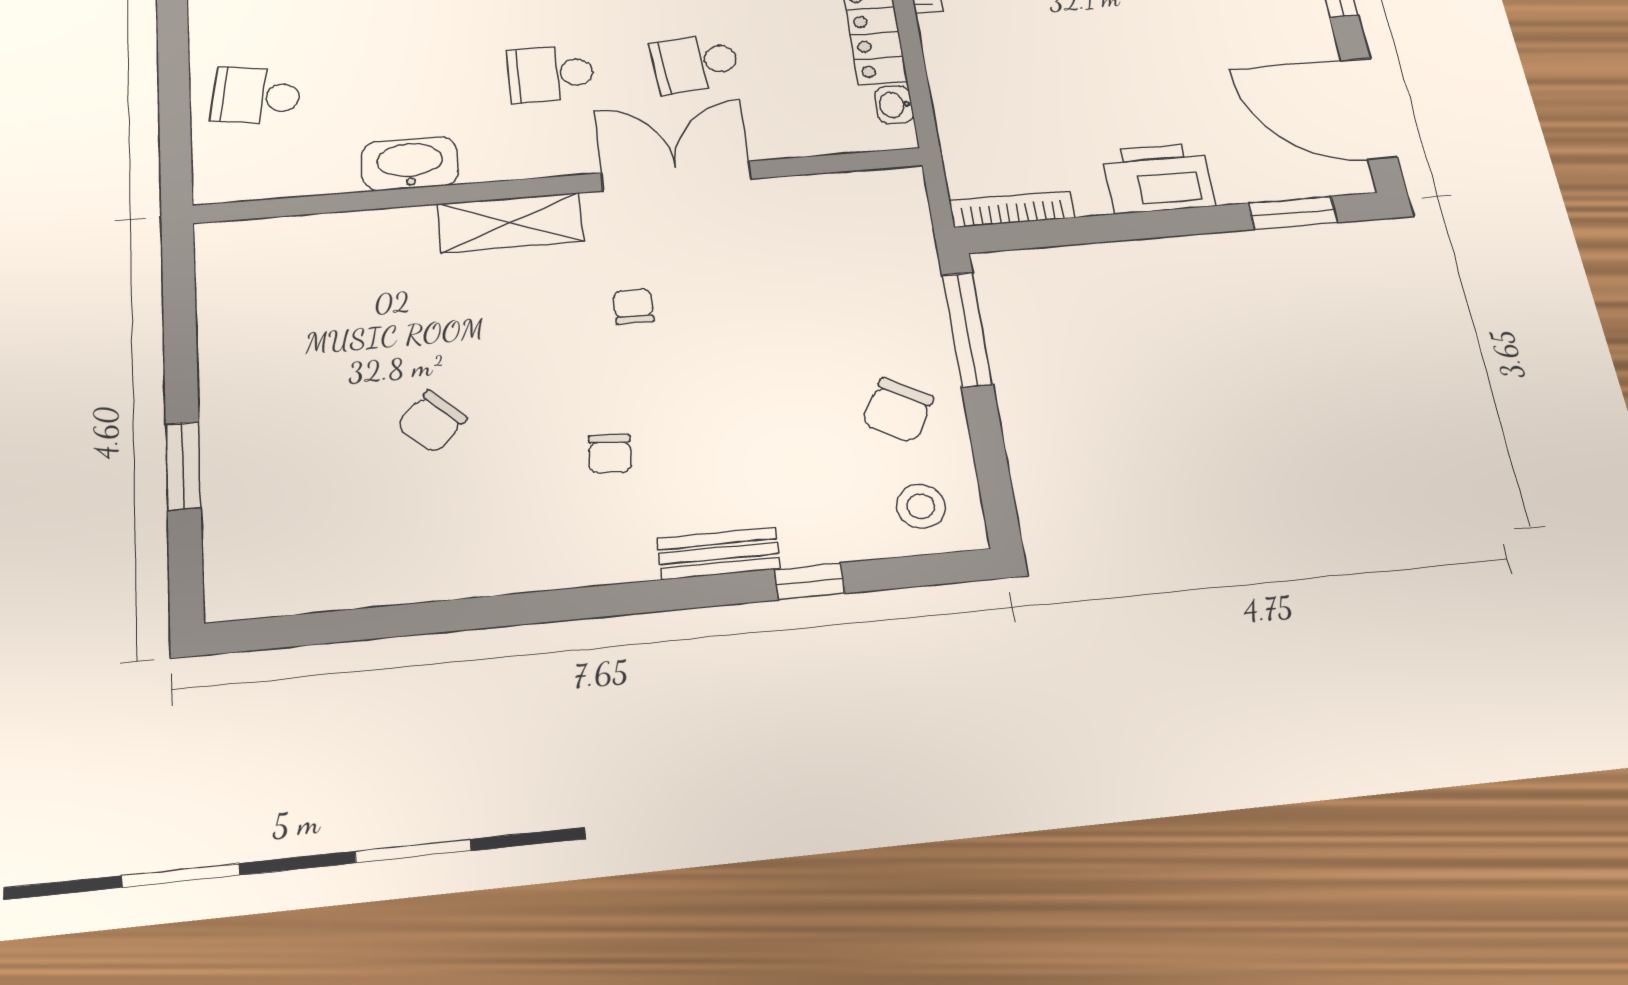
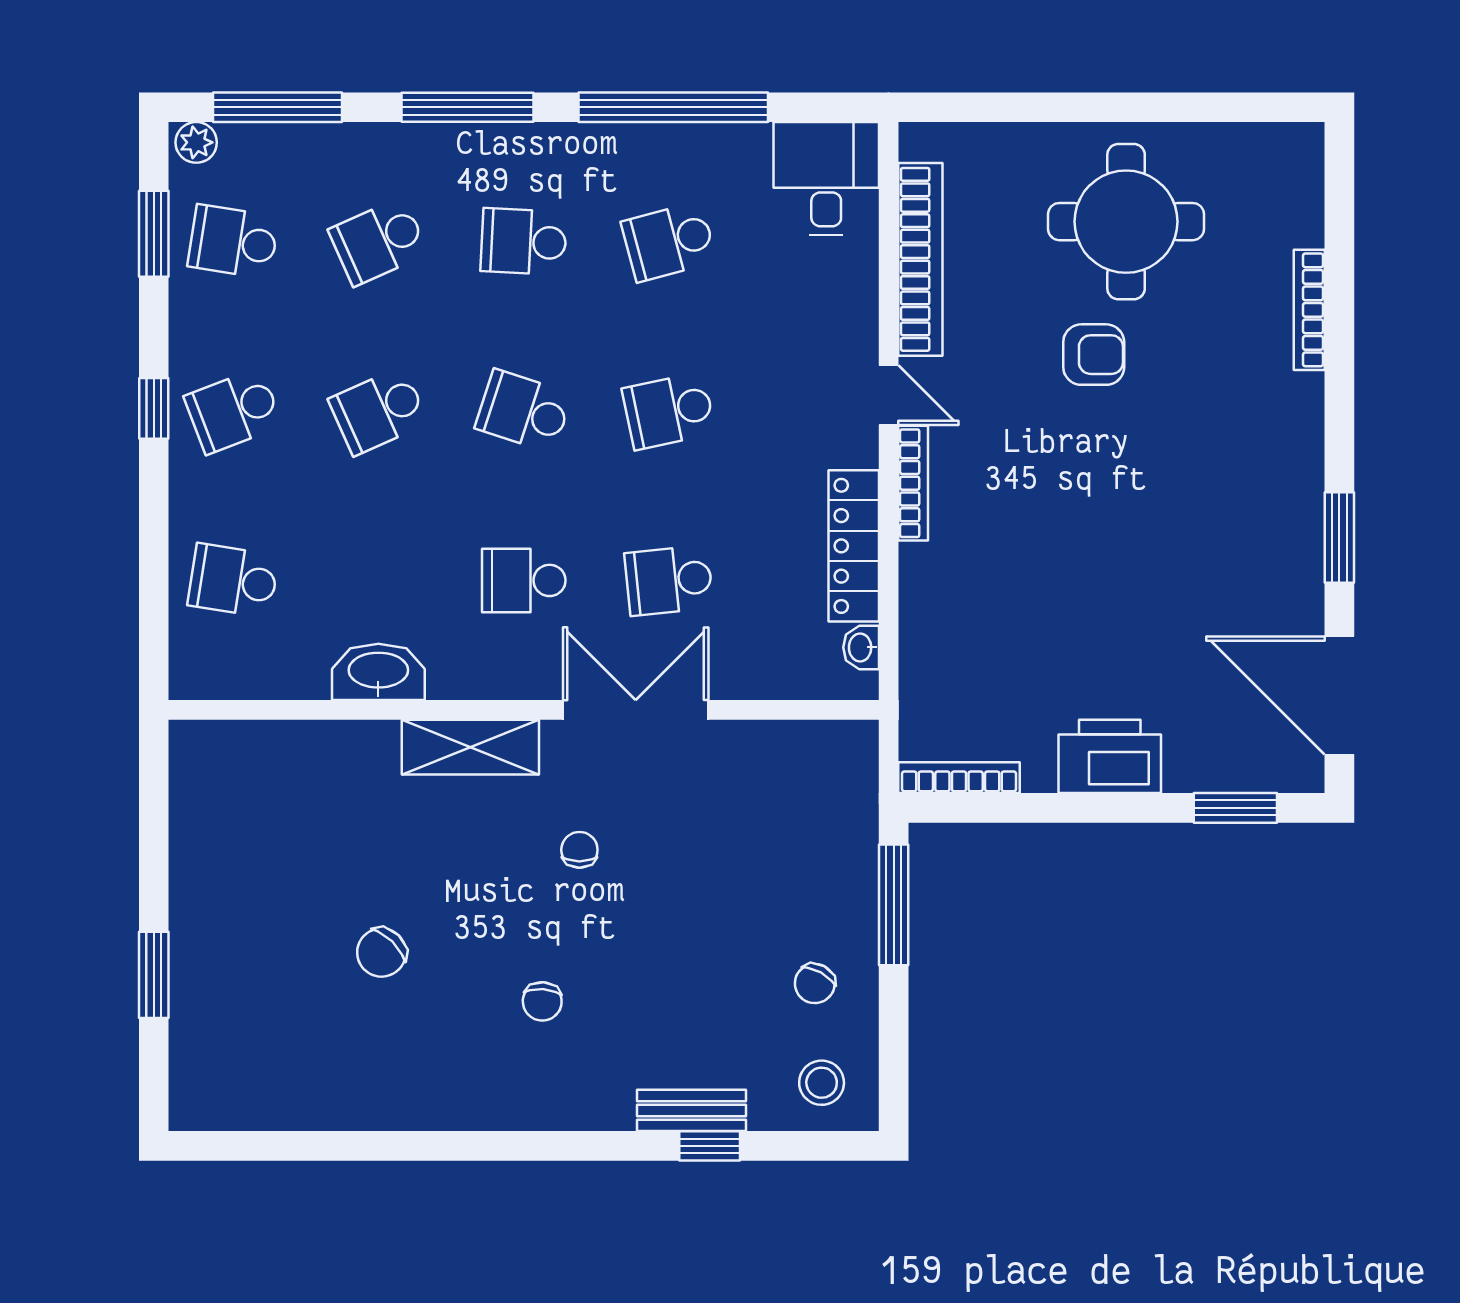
chair: (898, 410) -> (815, 983), width x0.73, depth x0.73
bench: (719, 553) -> (692, 1110), moved

